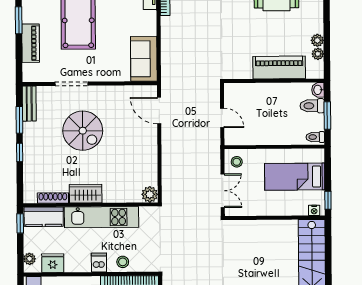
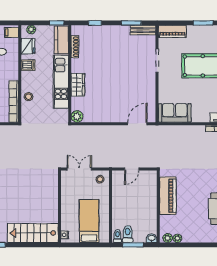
plant: (317, 40) -> (168, 238), moved
piano: (31, 43) -> (172, 31), moved
piano: (279, 67) -> (168, 196), moved
toilet: (312, 106) -> (128, 234), moved
spiral stairs: (83, 131) -> (123, 69), removed
window: (20, 152) -> (95, 23), moved
double door: (223, 191) -> (79, 169), swing flipped
wardrobe: (86, 194) -> (78, 85), moved
window: (328, 200) -> (72, 245), removed
dishwasher: (99, 263) -> (28, 65), moved

